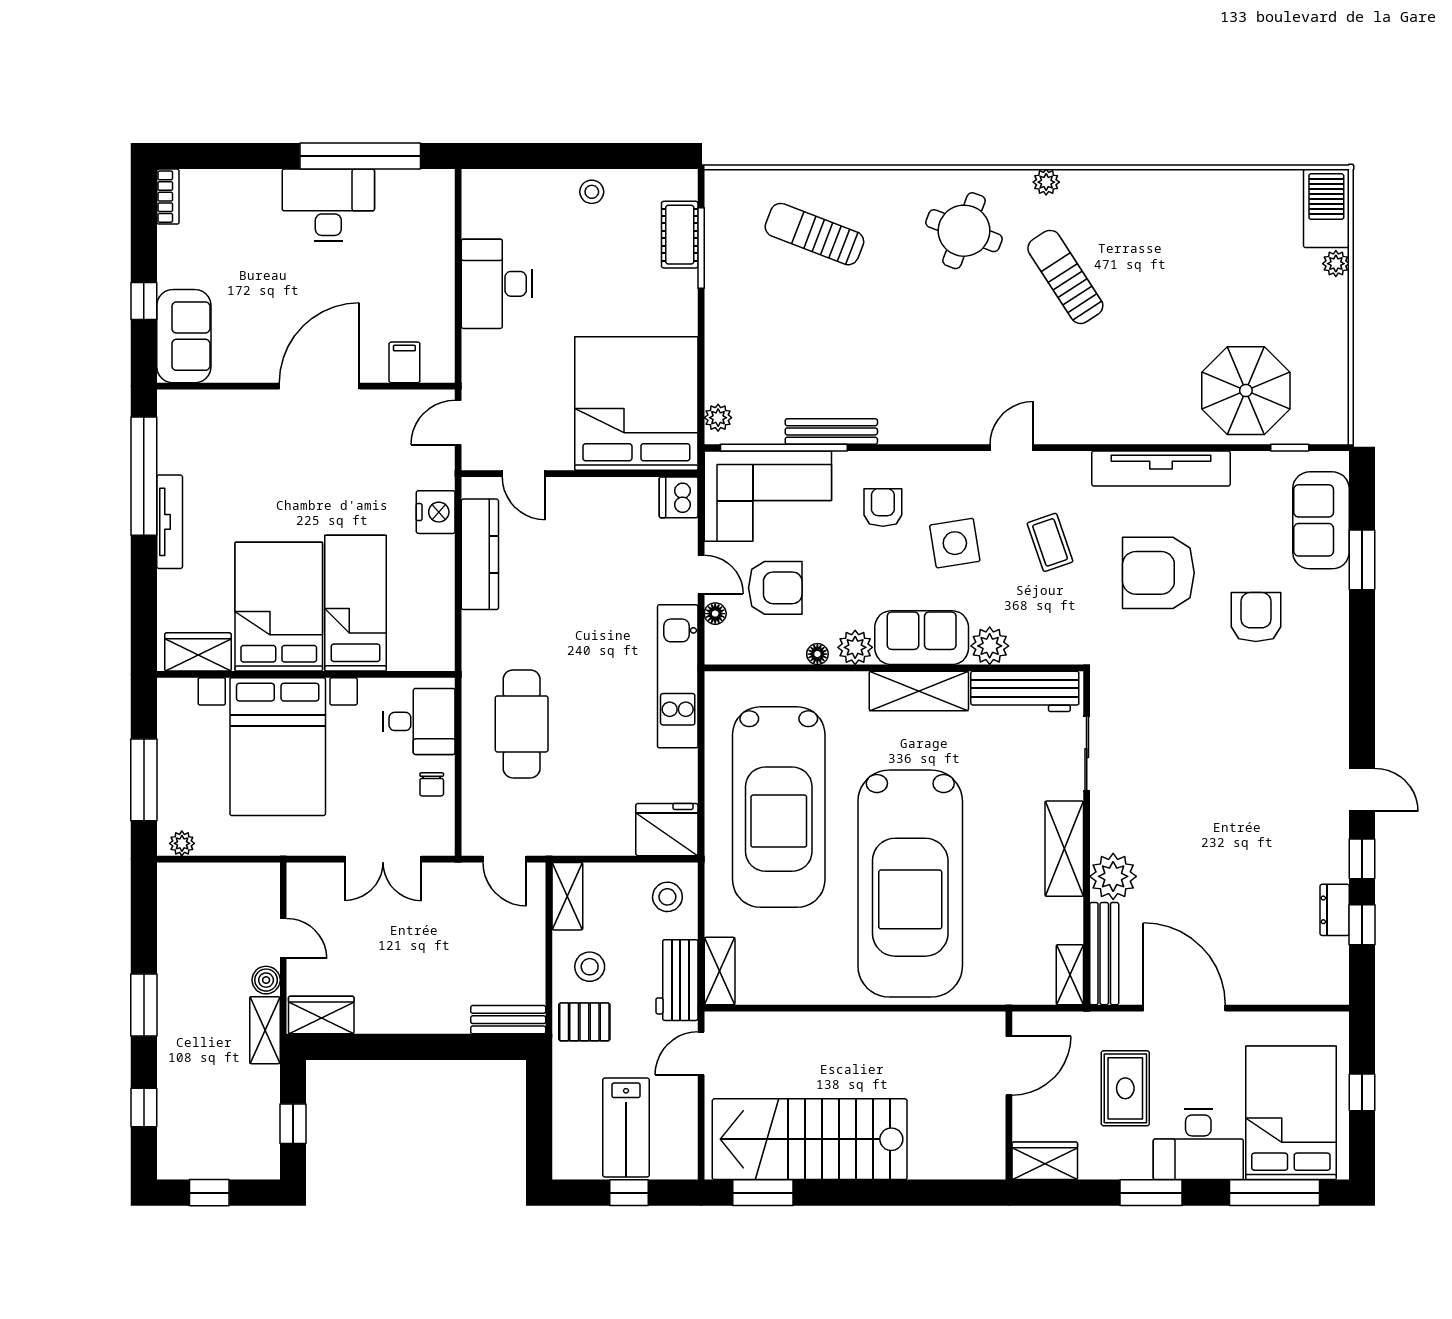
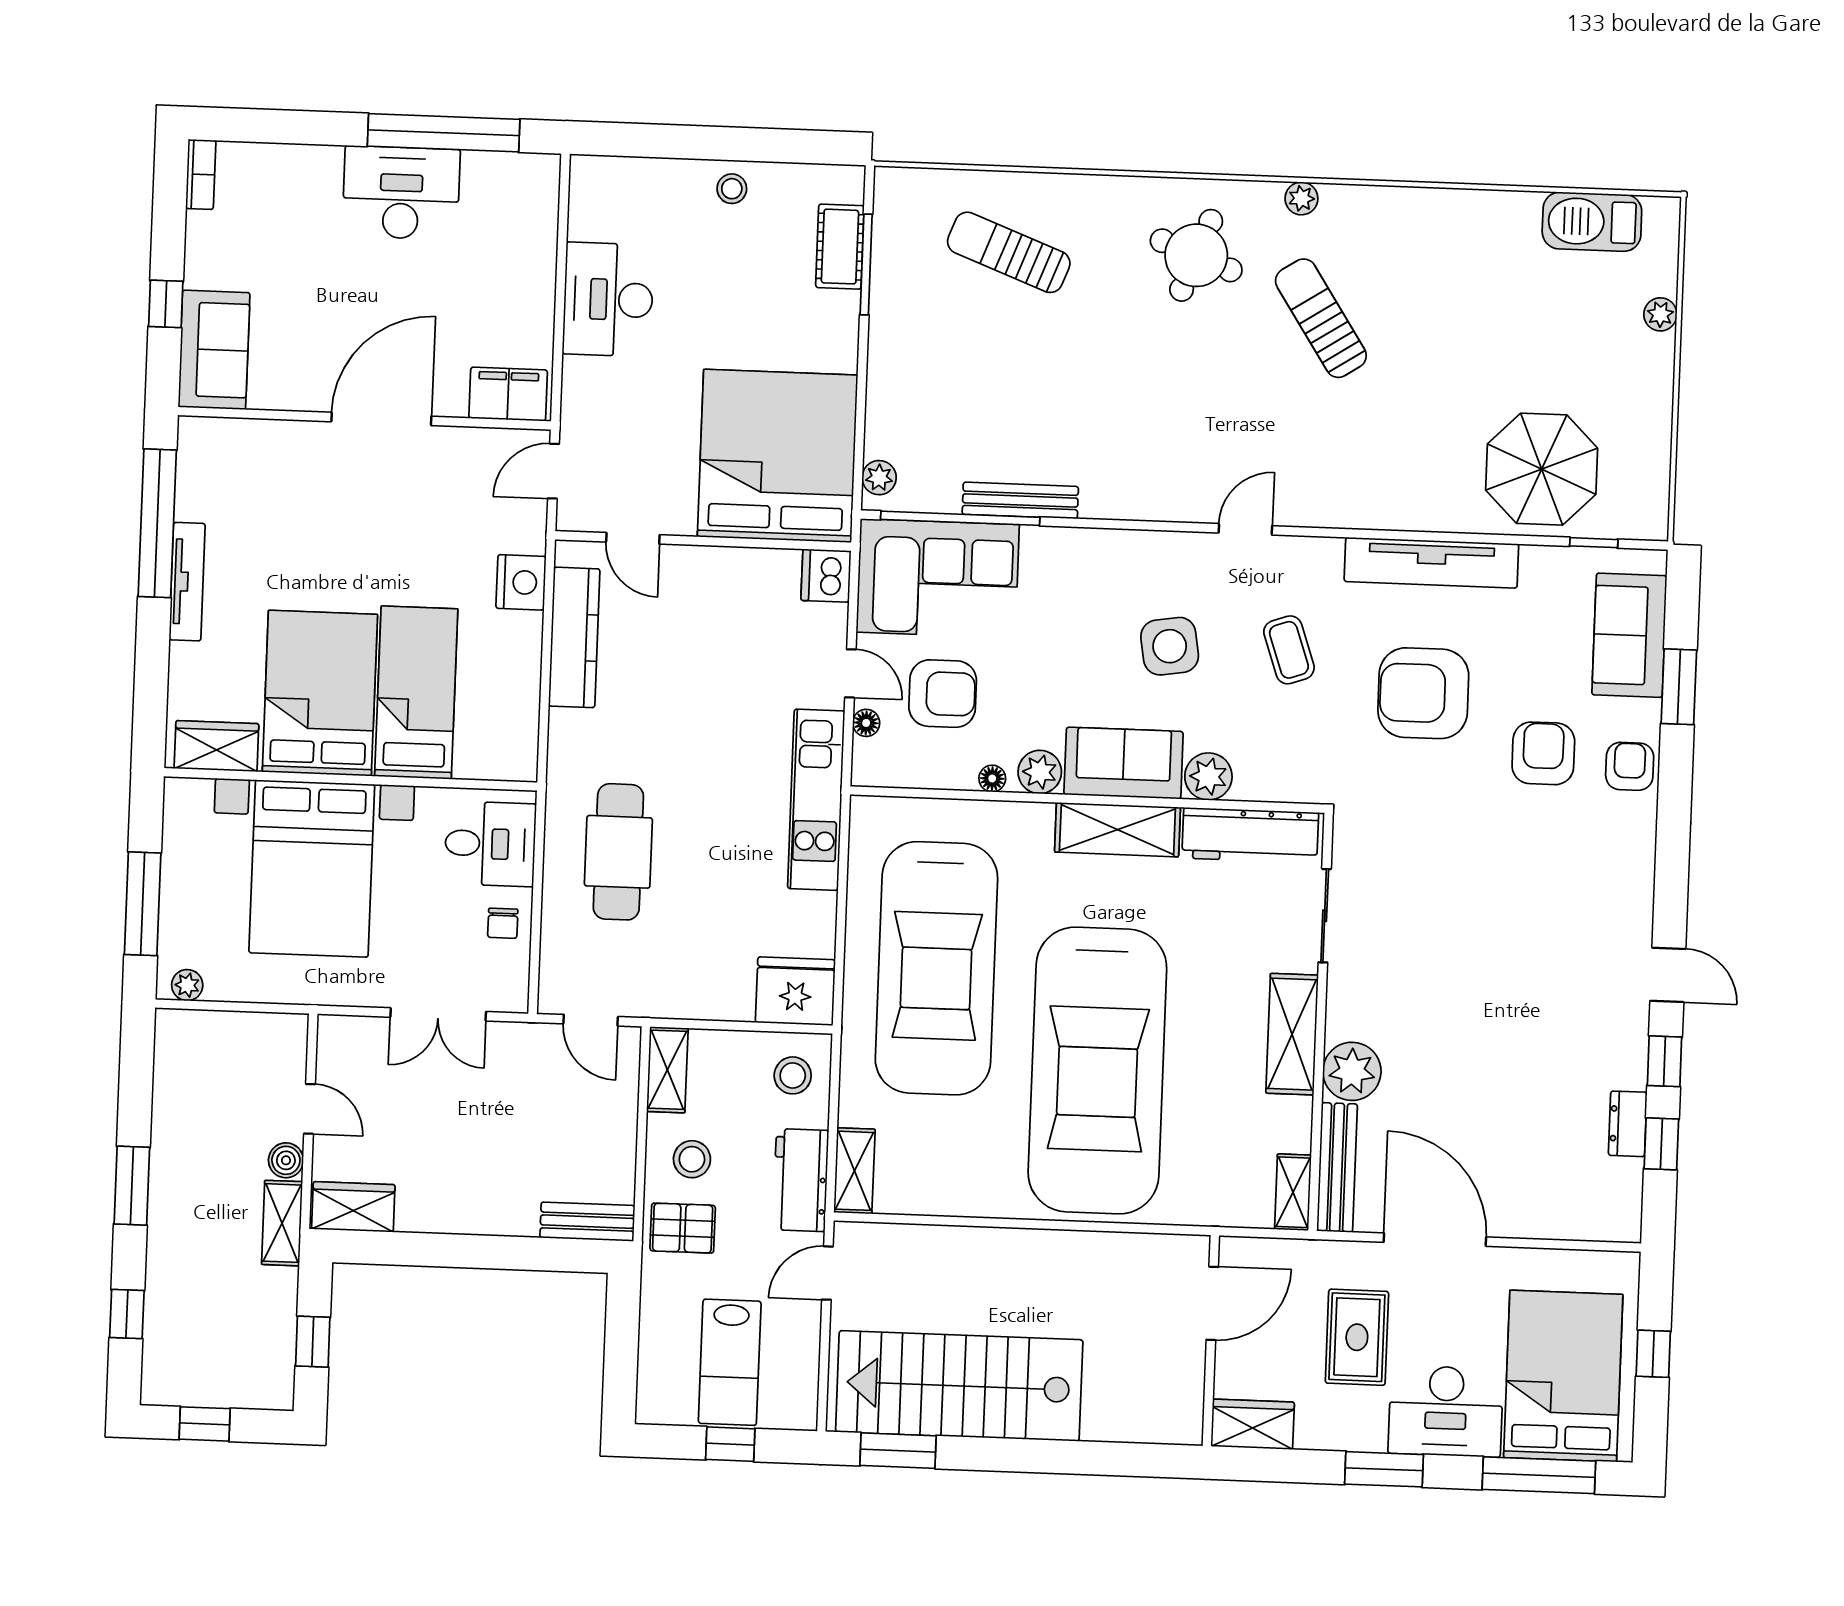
barbecue: (1326, 208) -> (1592, 222), moved, turned -90
filing cabinet: (404, 362) -> (508, 394), width x2.00
armchair: (883, 507) -> (1630, 766), moved

